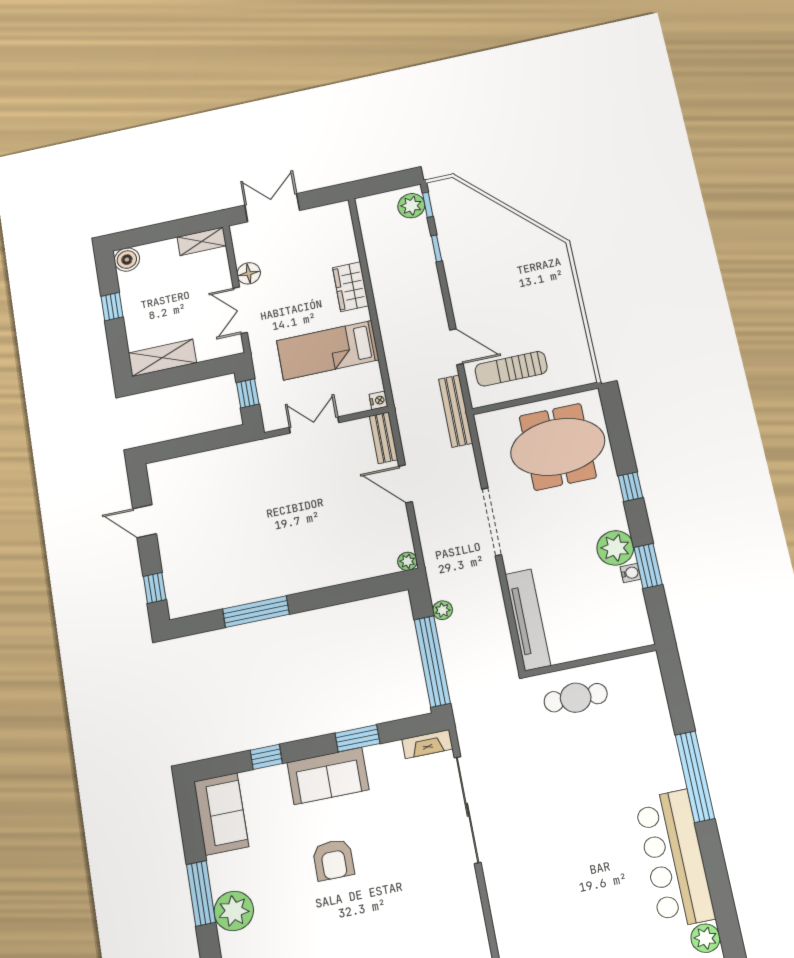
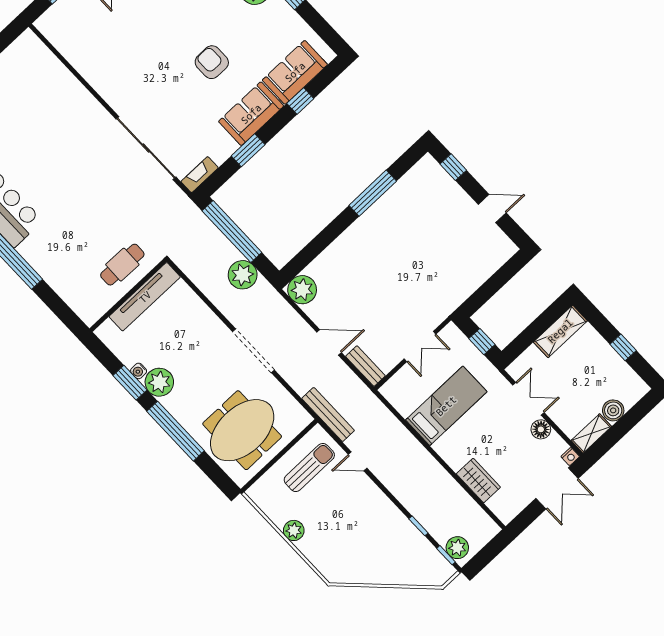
boiler: (127, 260) -> (613, 410), moved
wardrobe: (351, 287) -> (478, 481), moved
plant: (569, 315) -> (294, 530), added
door: (456, 347) -> (358, 461), width x0.73
nightstand: (378, 400) -> (570, 457), moved, turned -90
window: (630, 487) -> (176, 431), width x3.17
plant: (407, 561) -> (302, 290), width x1.87, depth x1.87
plant: (443, 610) -> (243, 275), width x1.88, depth x1.88
tv unit: (528, 620) -> (145, 297), moved, turned -90
sofa: (221, 814) -> (295, 72), moved, turned 90

